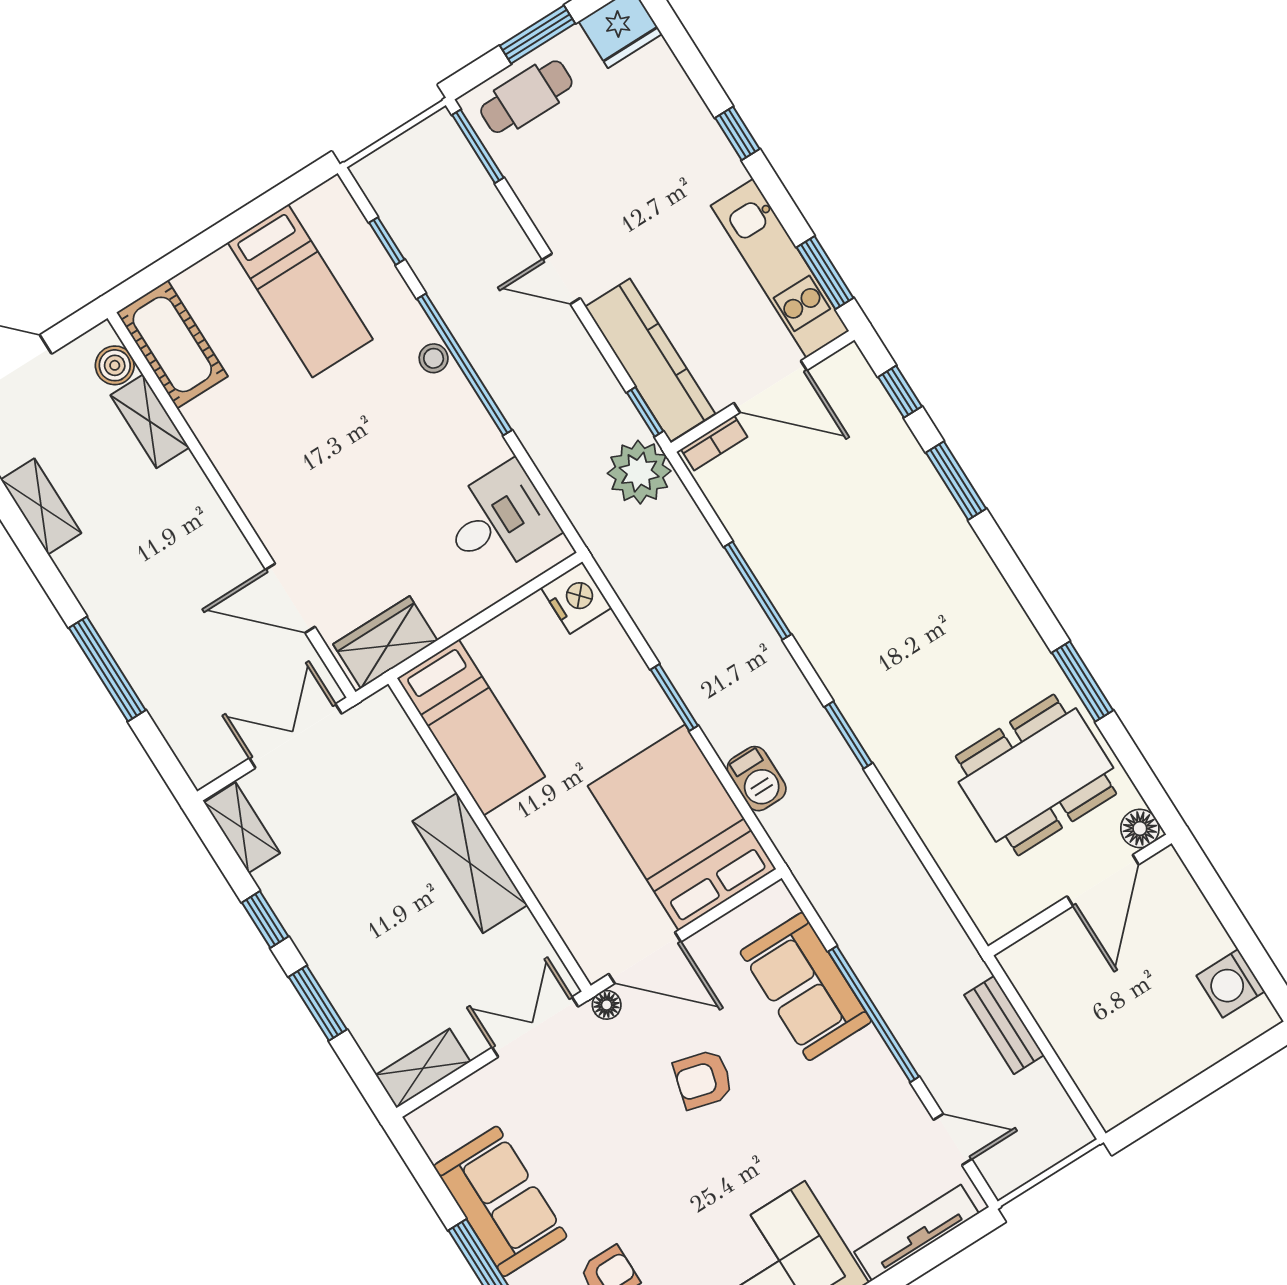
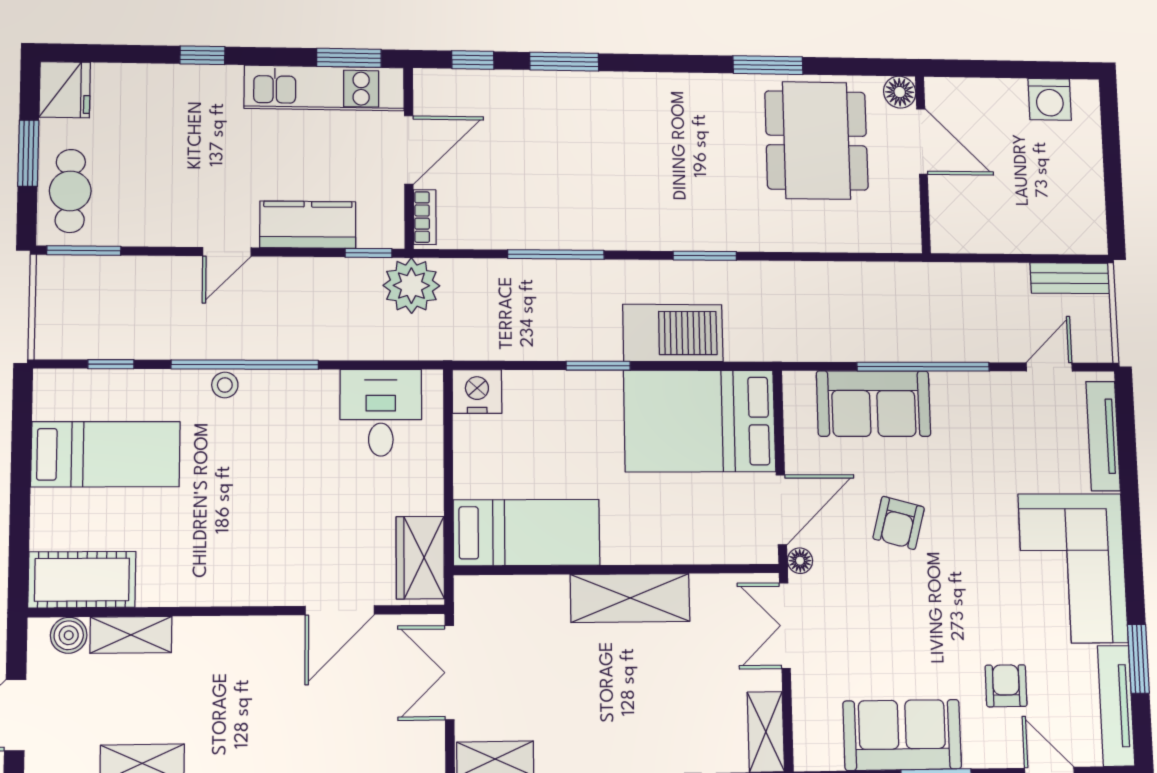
kitchen counter: (650, 360) -> (308, 225), width x0.67
barbecue: (757, 779) -> (673, 333), width x1.88, depth x1.53
bench: (1004, 1025) -> (1070, 278), moved

